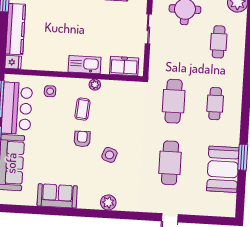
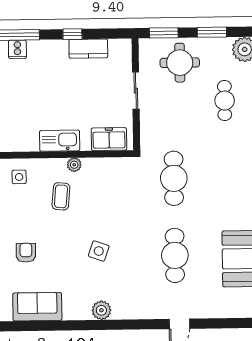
cafe table: (215, 104) -> (226, 178), removed
armchair: (82, 139) -> (26, 253), moved

